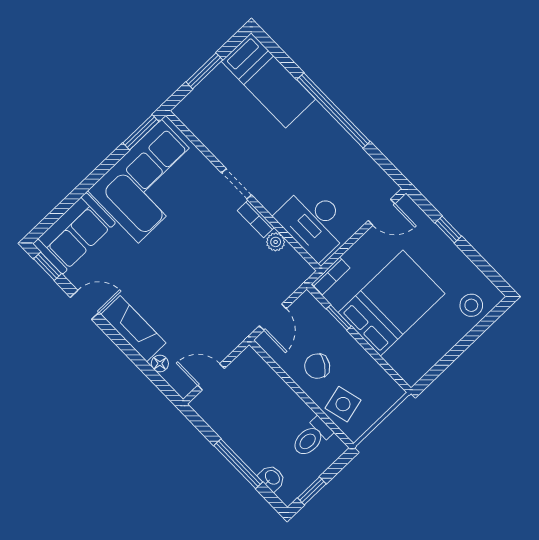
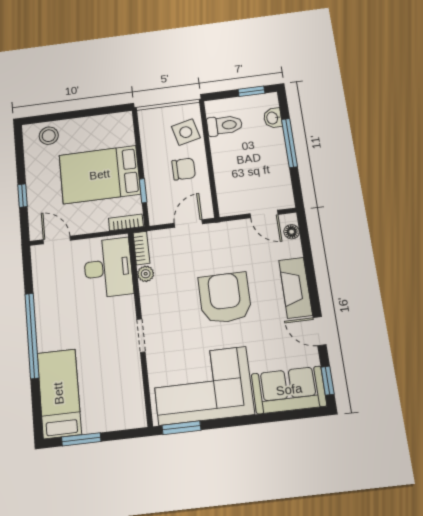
window: (204, 71) -> (81, 439), moved
bookcase: (256, 219) -> (141, 248), moved
armchair: (189, 273) -> (225, 298), added
floor lamp: (160, 363) -> (292, 232), moved
chair: (317, 366) -> (184, 169), turned -33

